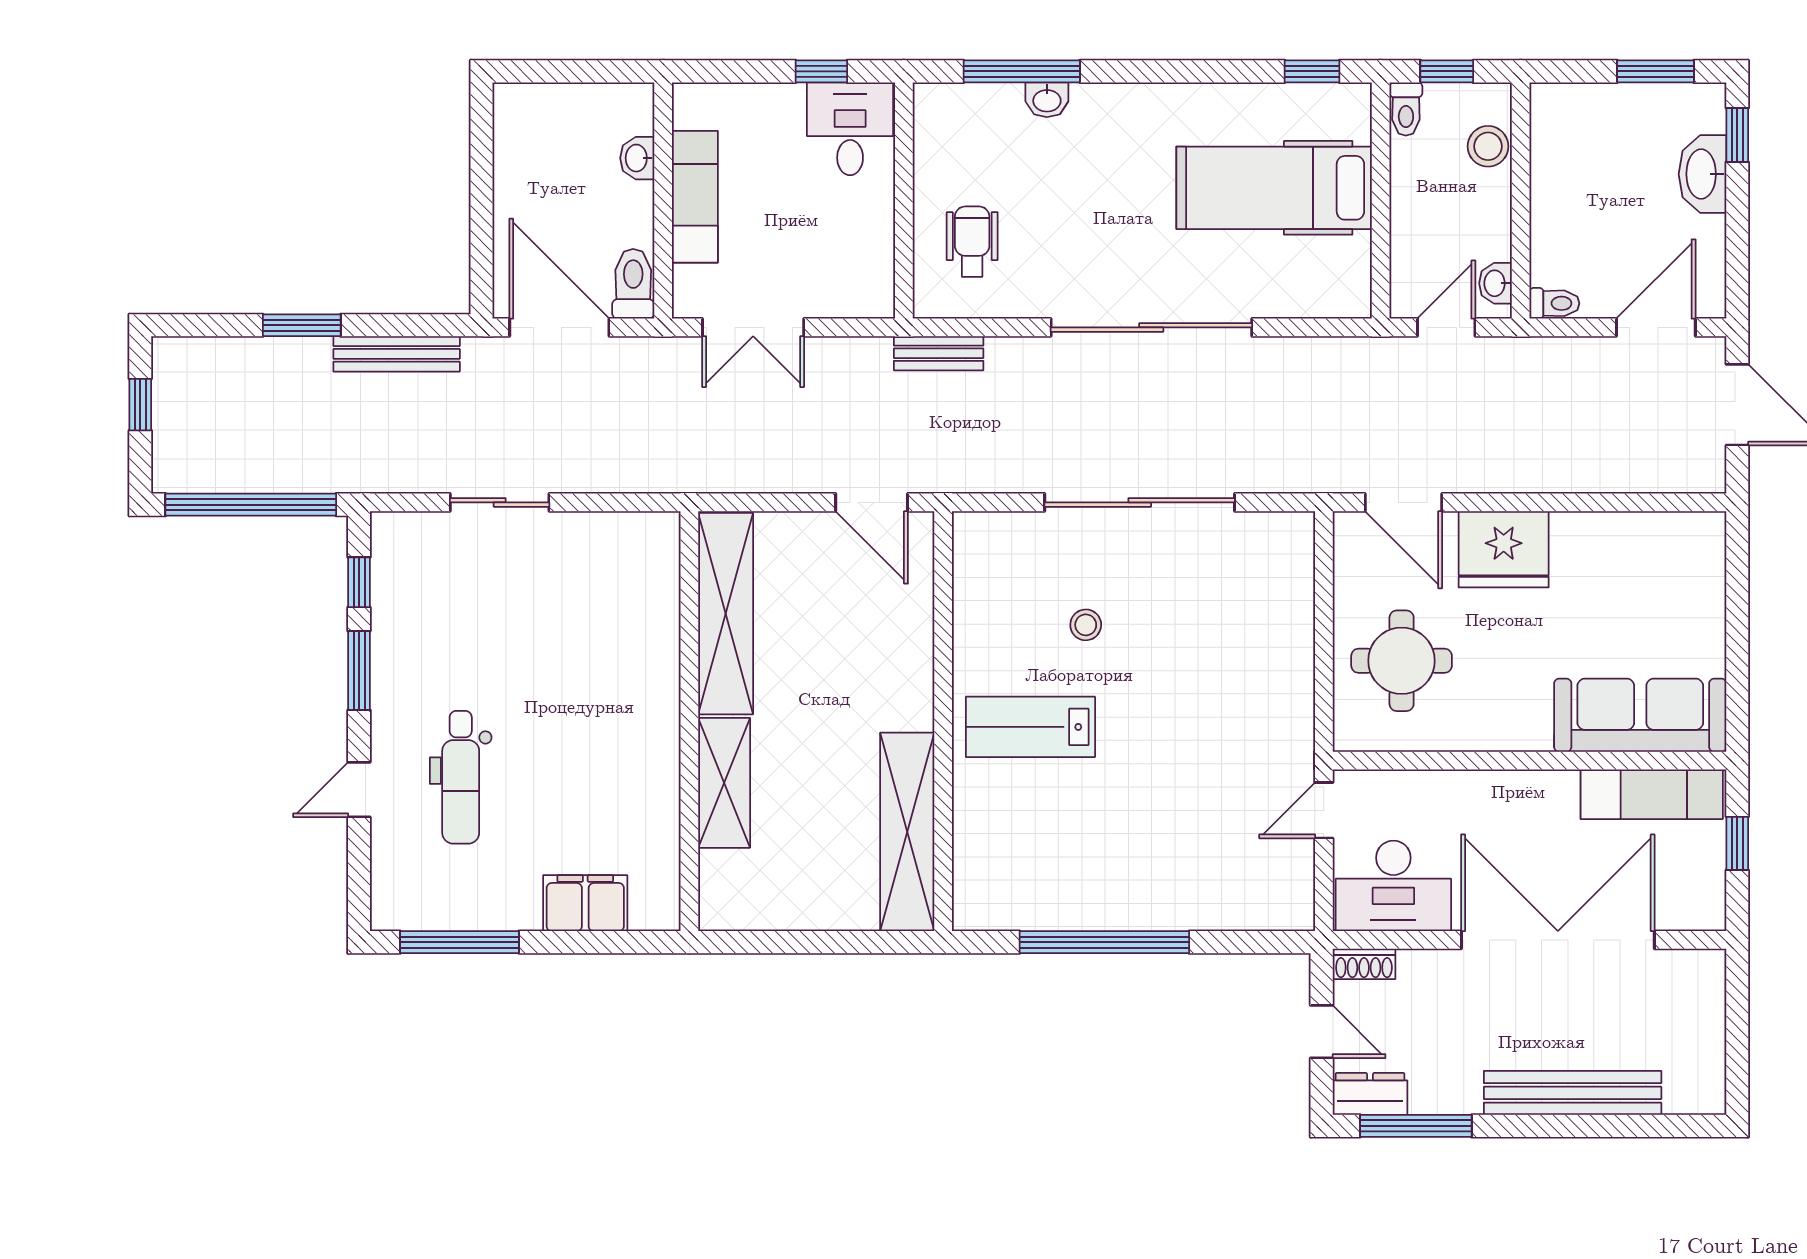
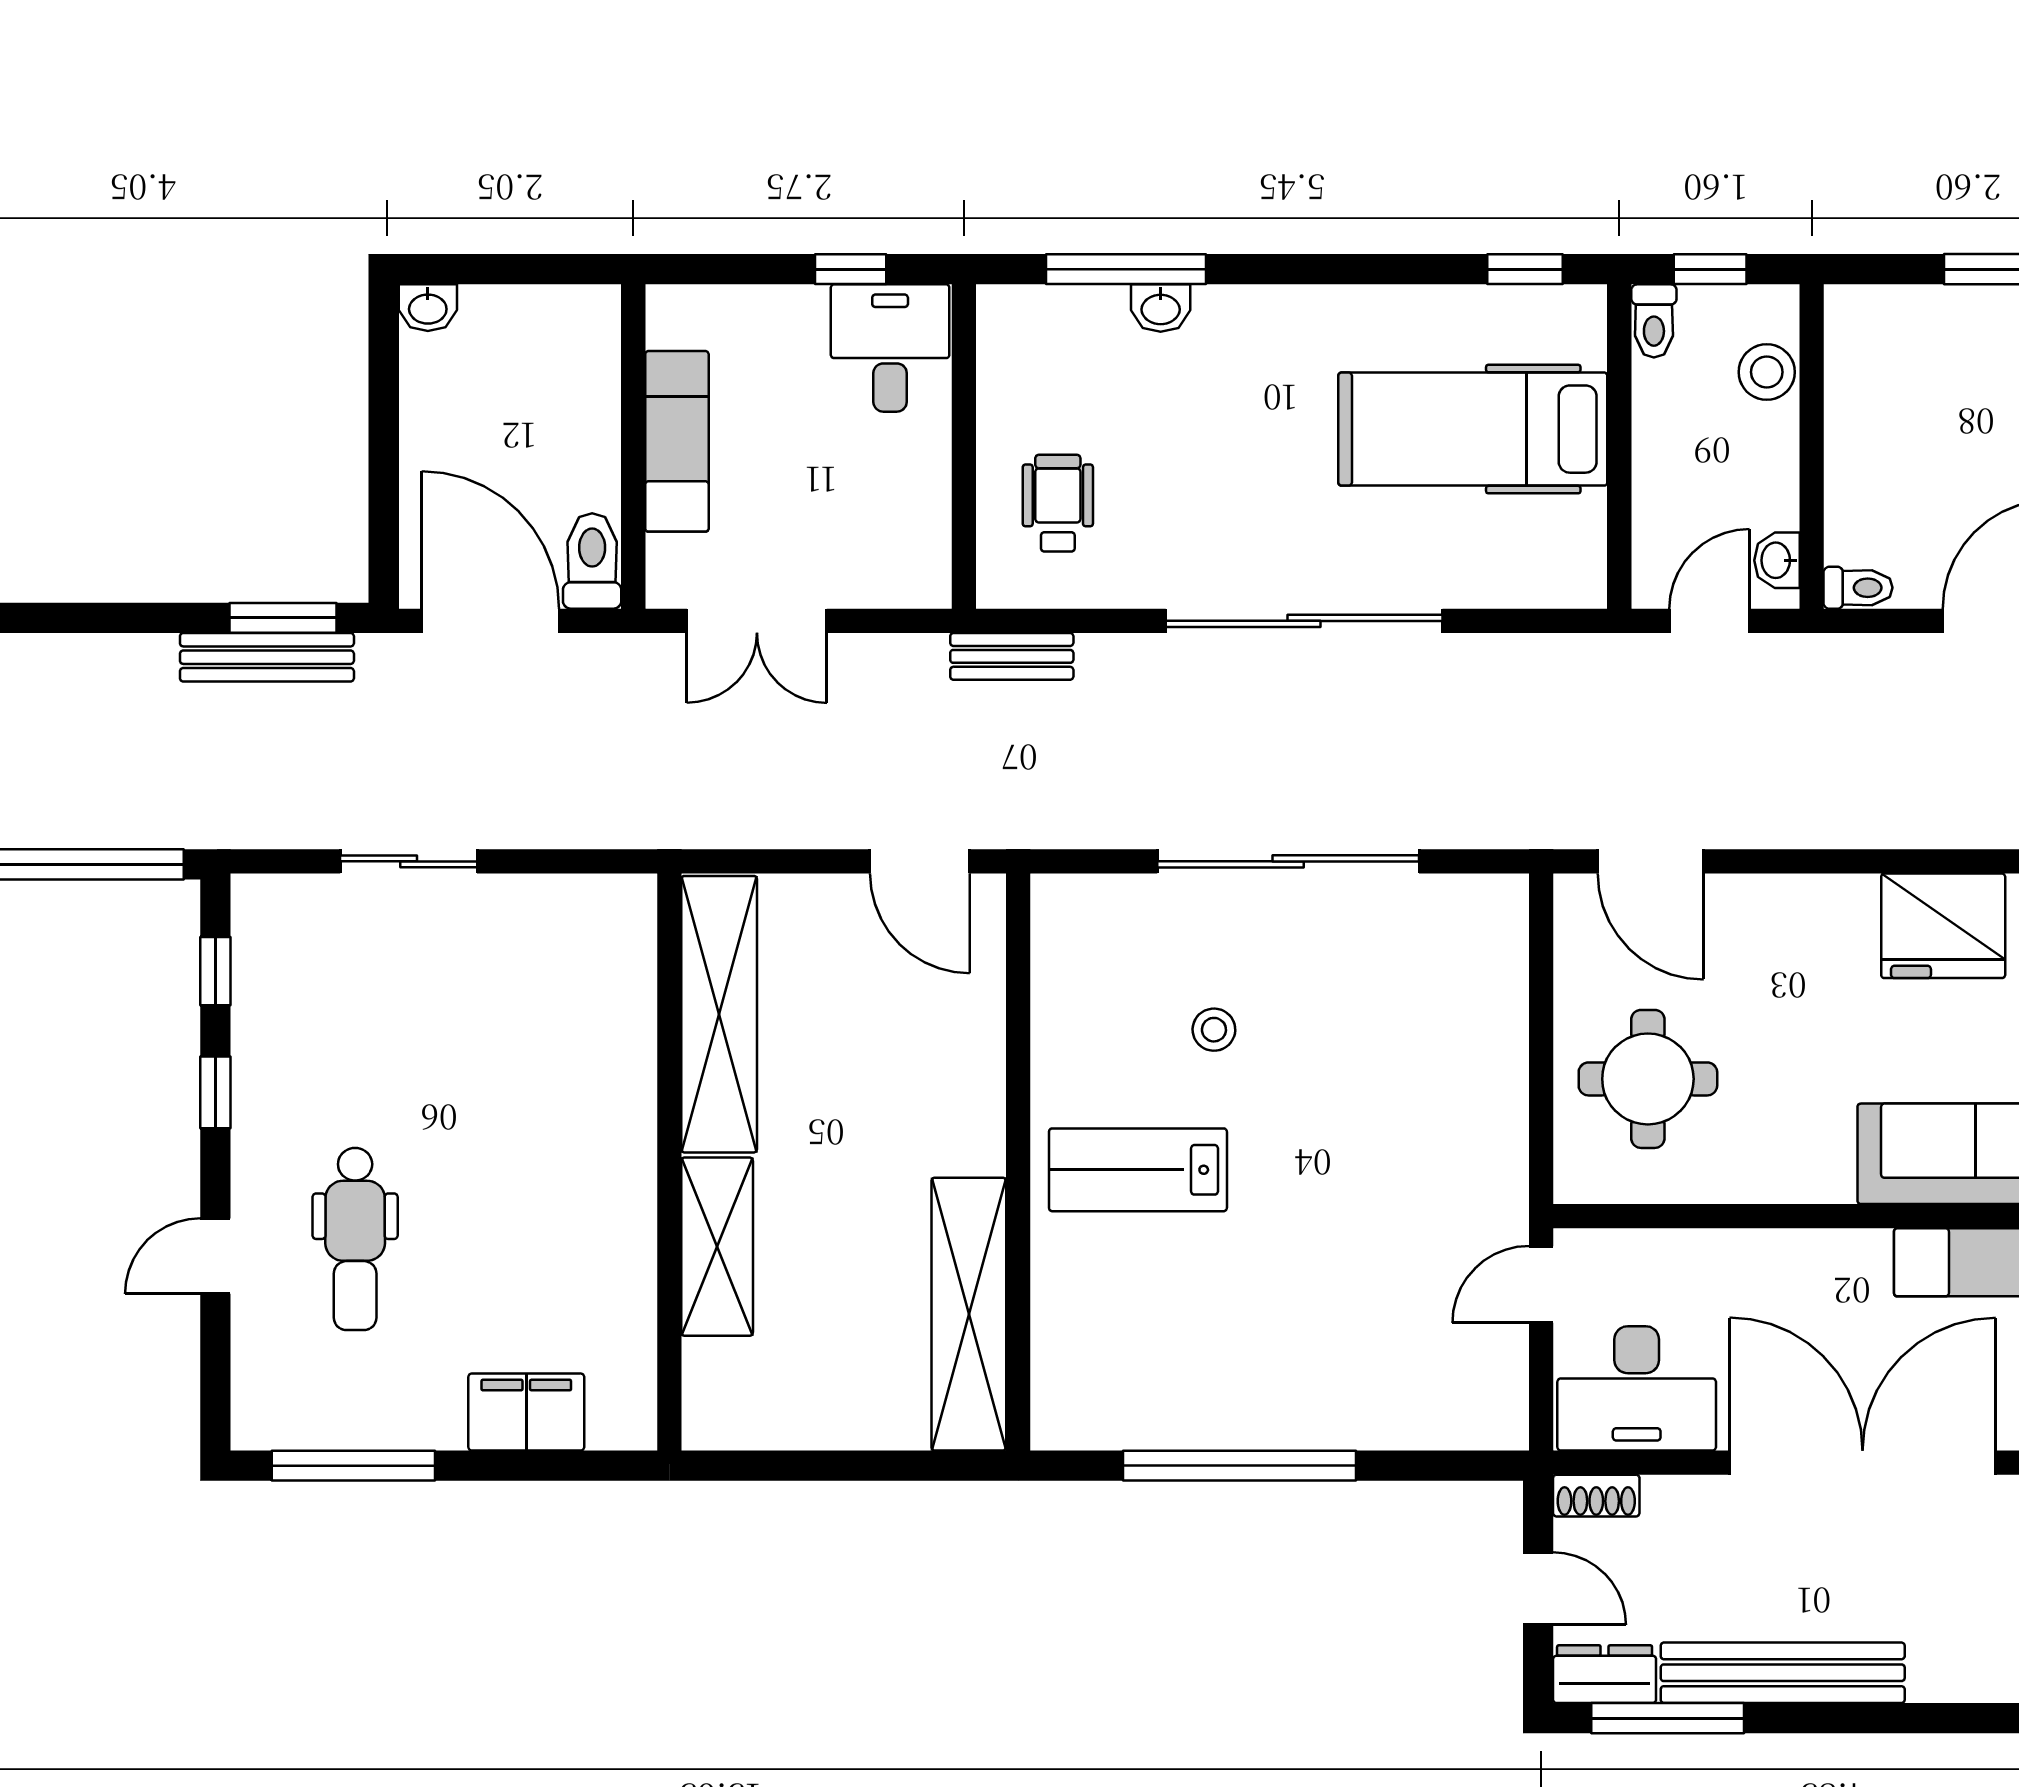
washbasin: (637, 158) -> (428, 308), moved, turned -90
window: (302, 325) -> (283, 618), moved
fridge: (1504, 549) -> (1943, 926), moved
window: (359, 671) -> (215, 1092), width x0.67
bench: (1573, 1093) -> (1783, 1673), moved

